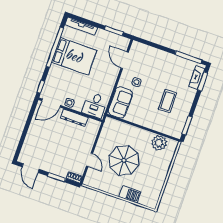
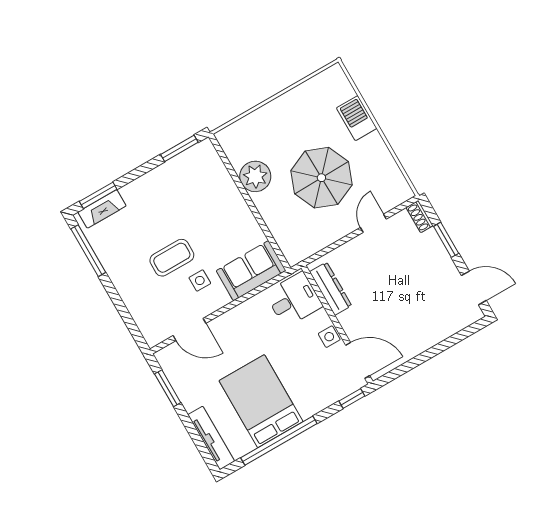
door: (125, 60) -> (189, 329), hinge flipped
coffee table: (167, 101) -> (172, 258), moved
dresser: (74, 118) -> (331, 289), moved
plant: (159, 143) -> (255, 176), moved
door: (31, 168) -> (474, 288), hinge flipped

